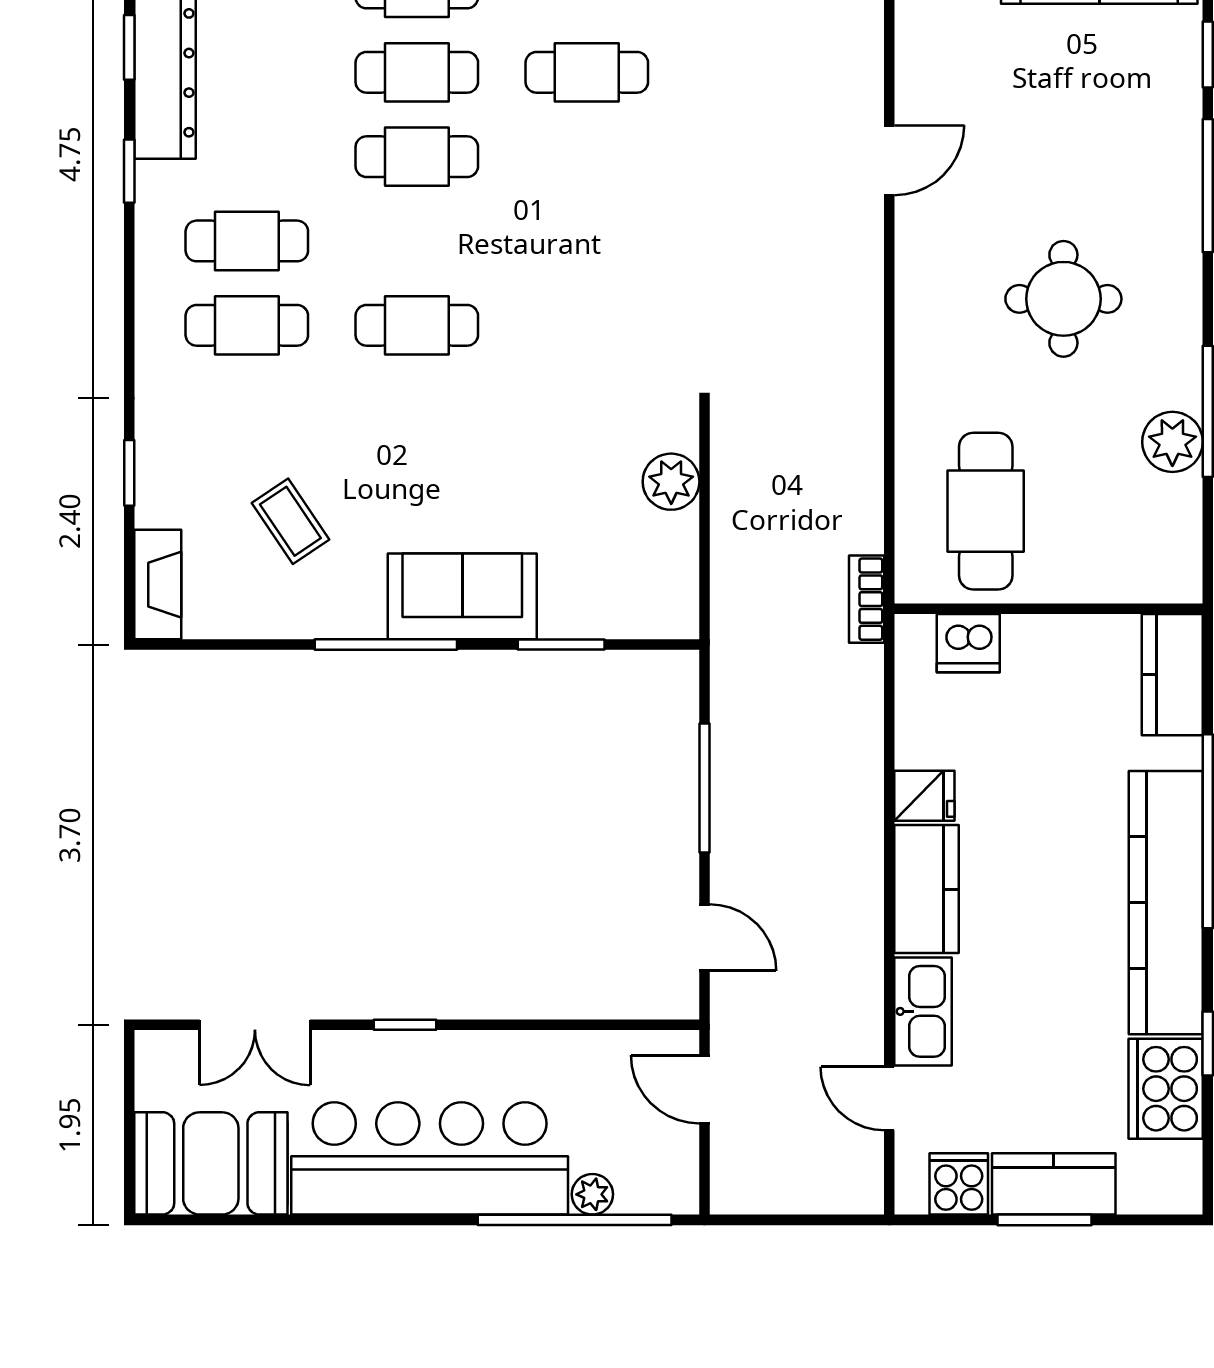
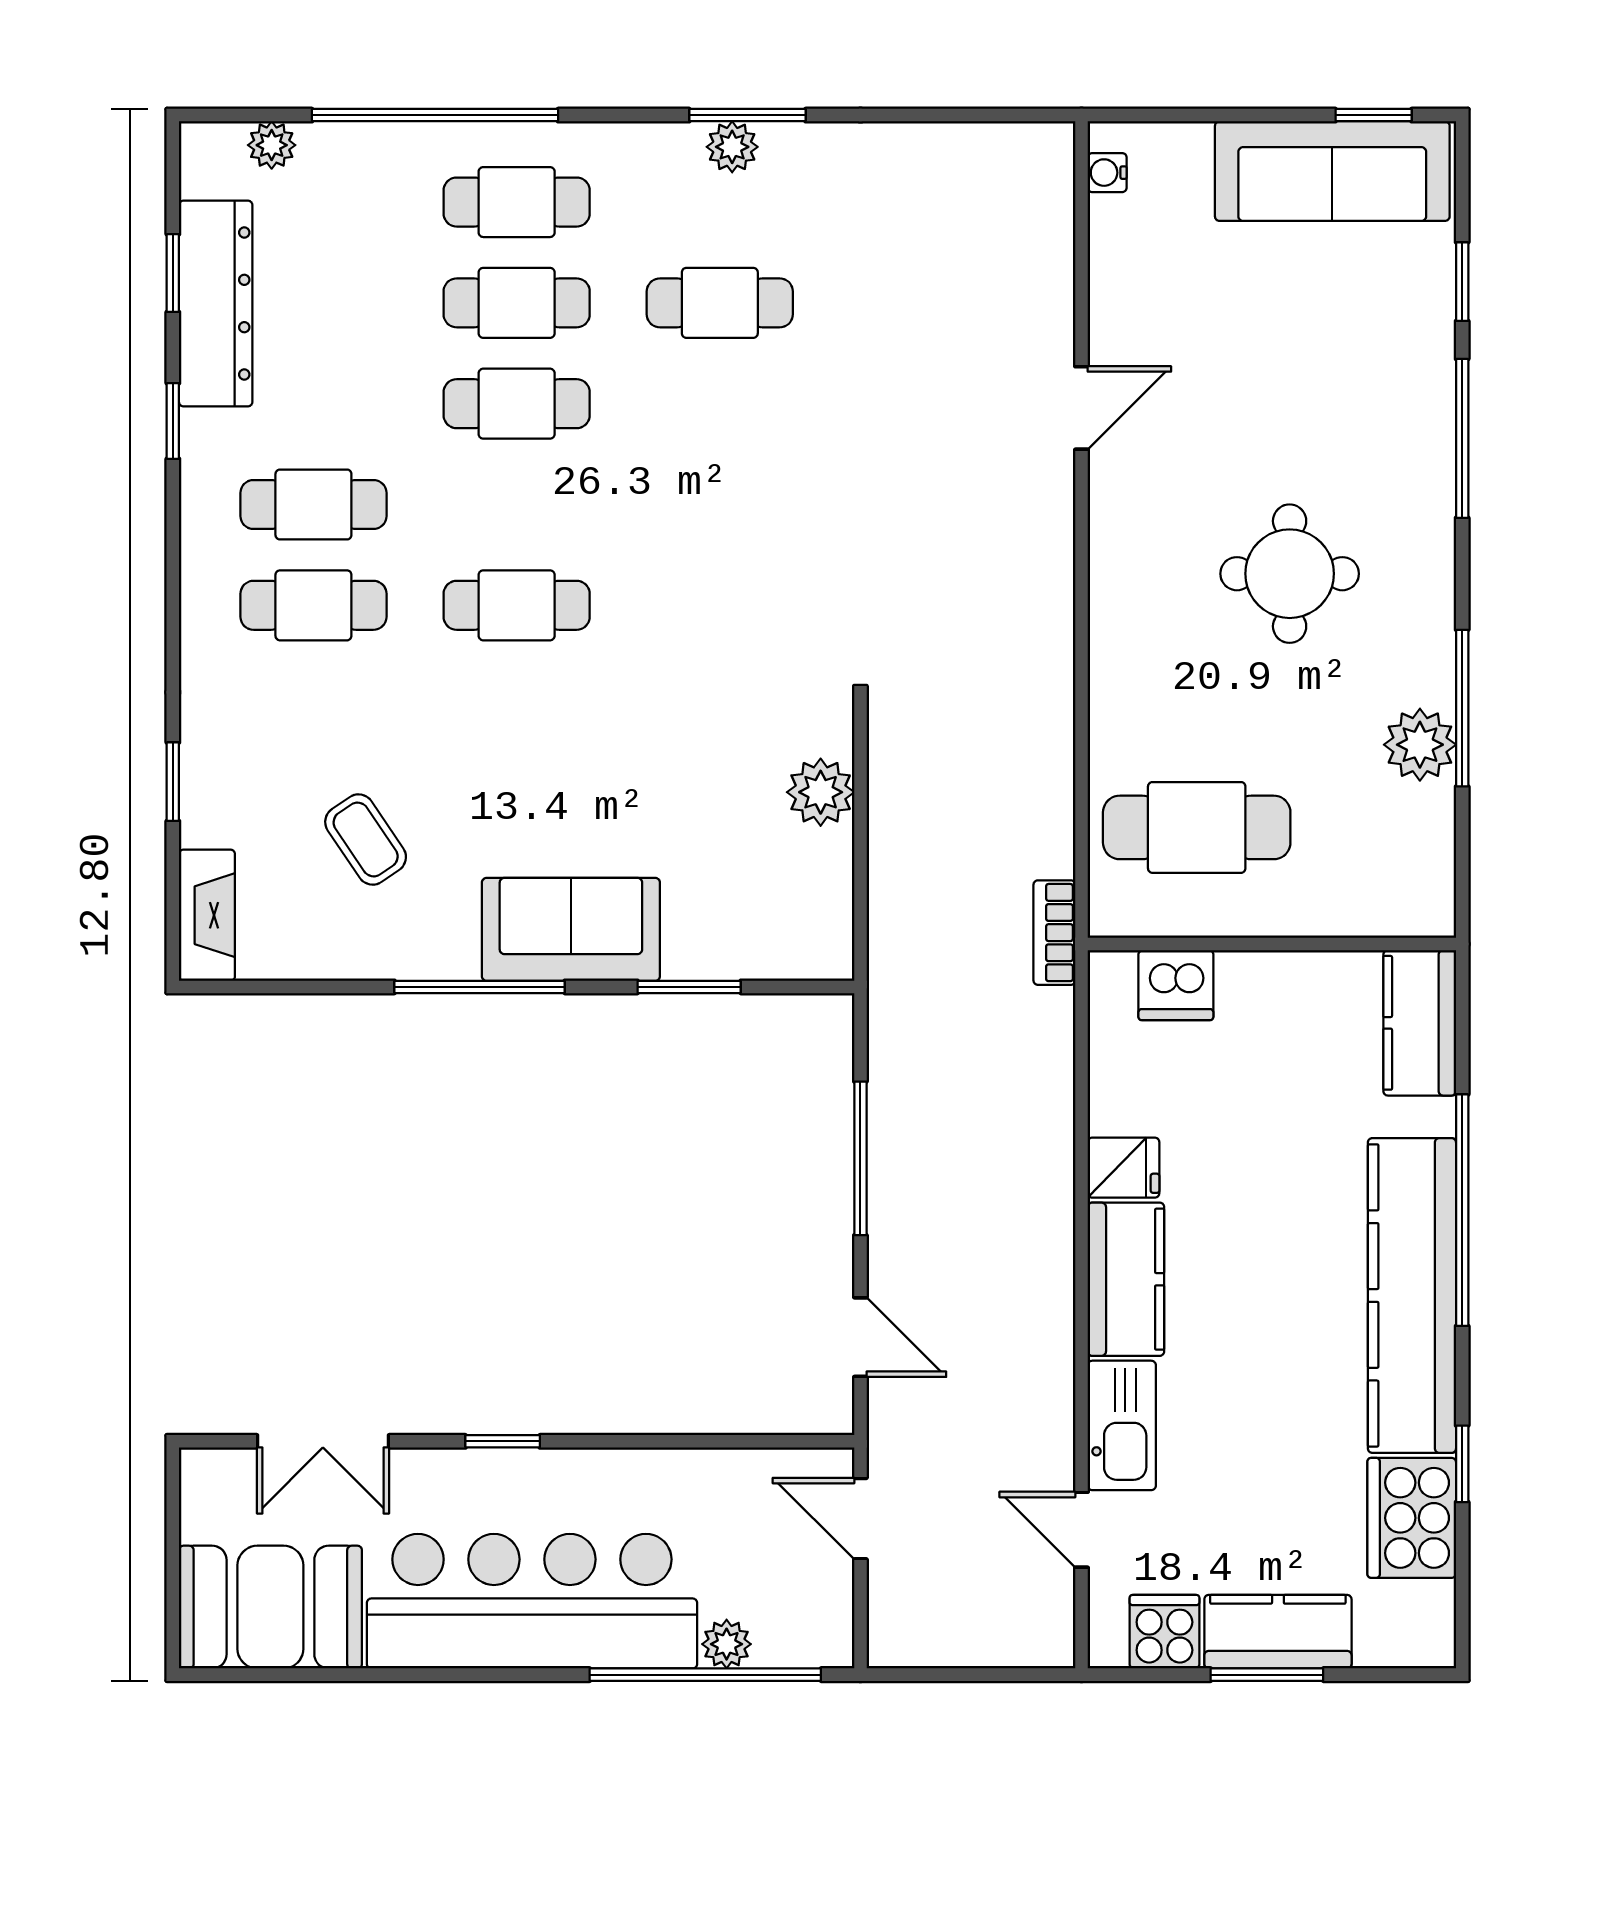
cafe table: (986, 511) -> (1197, 827), turned 90

